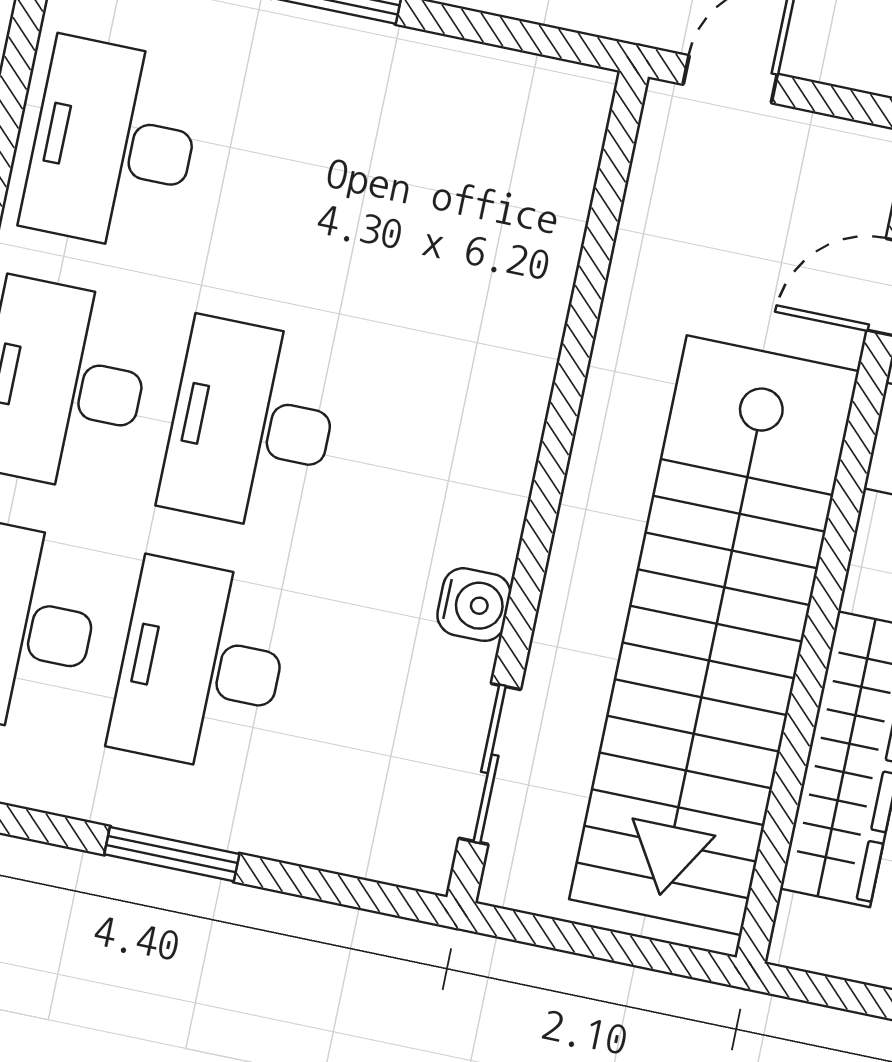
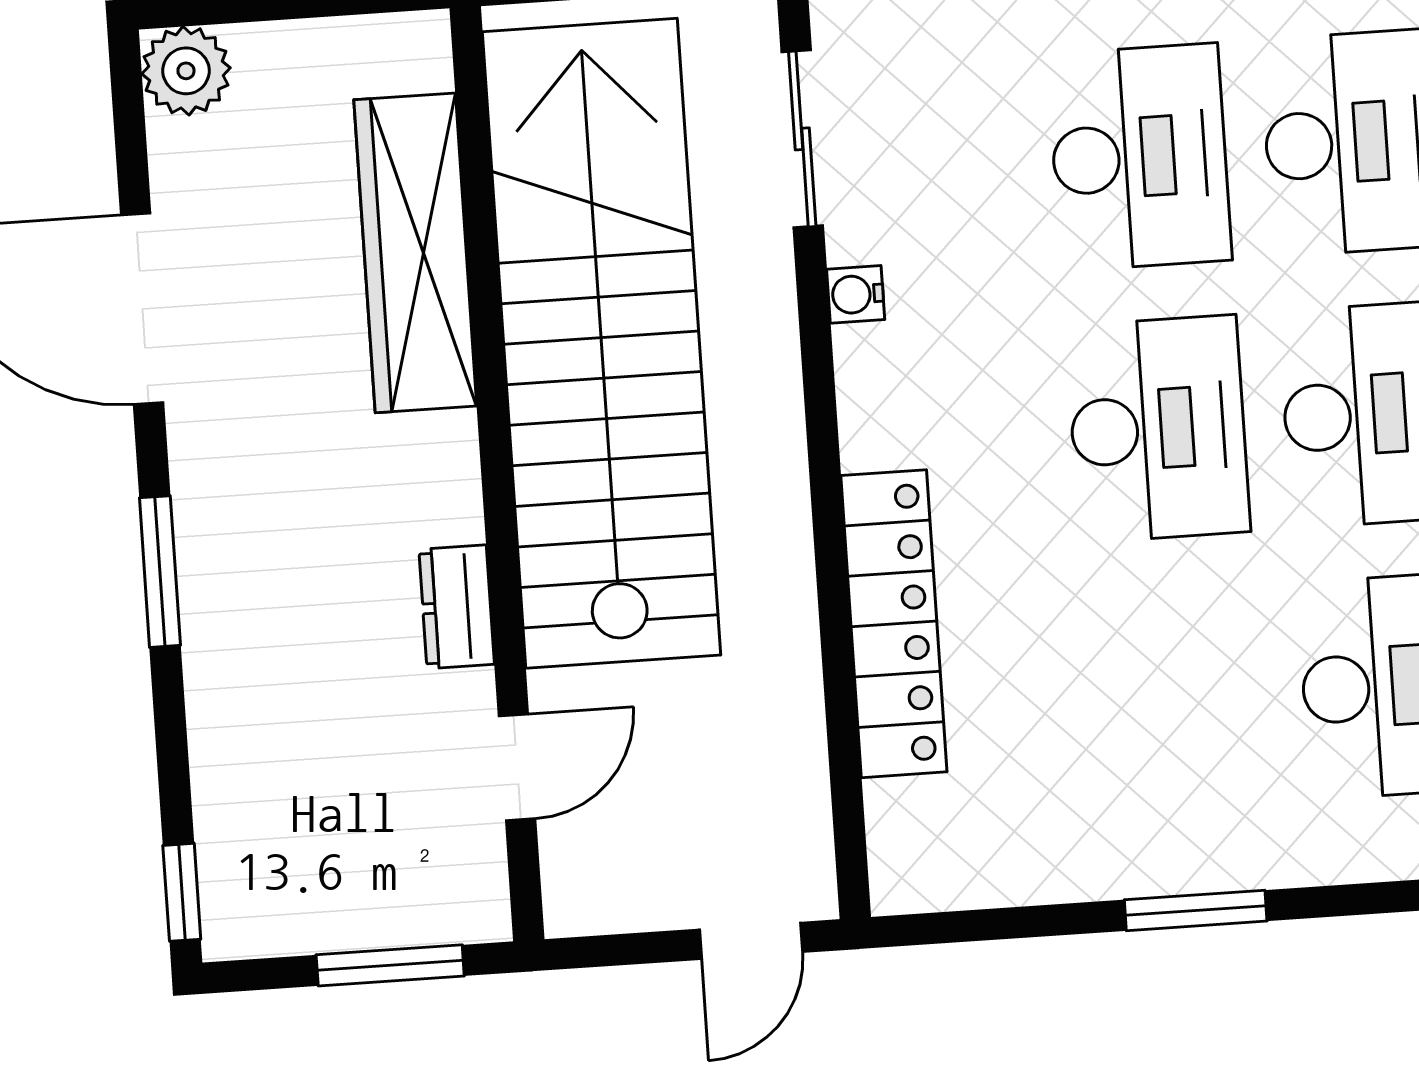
locker: (529, 320) -> (894, 624), added
water cooler: (474, 605) -> (856, 294), width x0.72, depth x0.72

